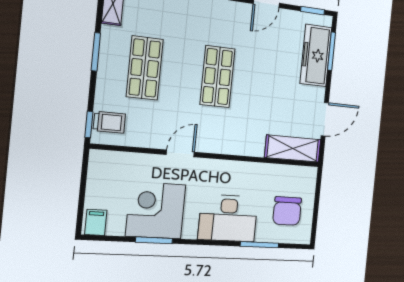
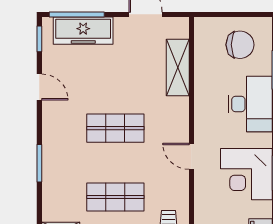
window: (332, 51) -> (77, 14), width x1.44
shelving: (293, 149) -> (178, 67), moved

